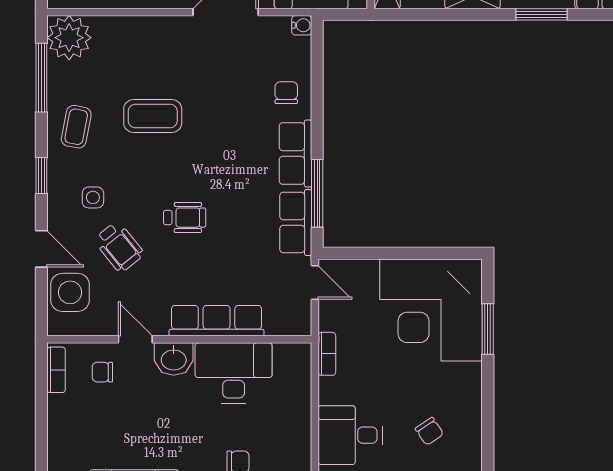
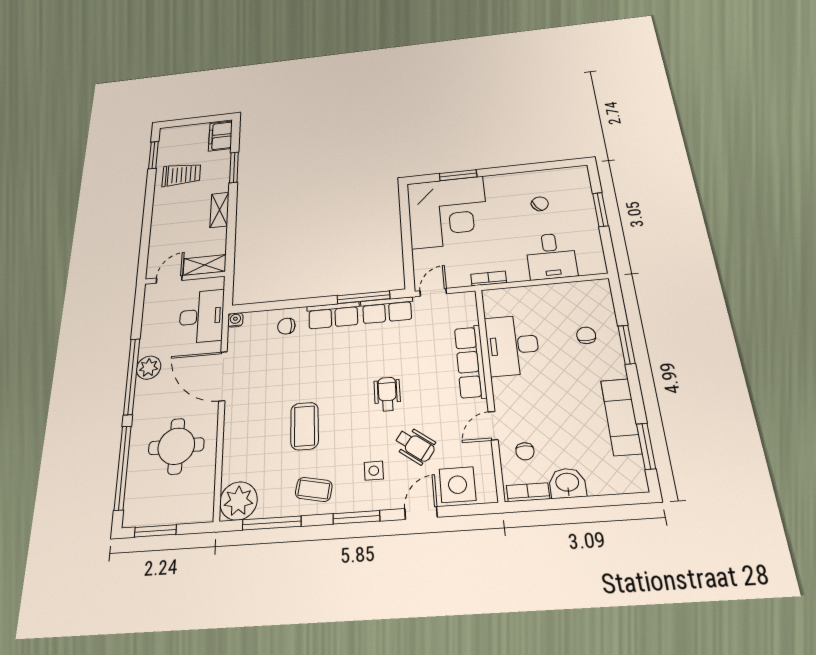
window: (41, 175) -> (356, 517), width x1.50
wheelchair: (119, 247) -> (415, 445), turned 75
washbasin: (174, 359) -> (567, 483), moved, turned -90

